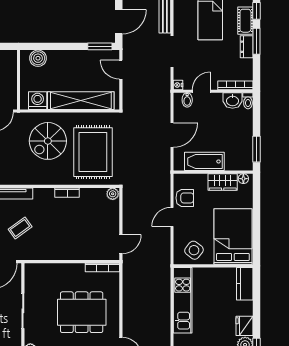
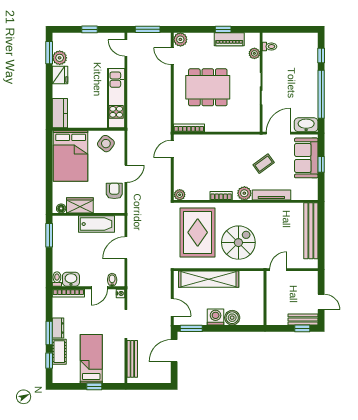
boiler: (38, 58) -> (232, 318), moved
washing machine: (38, 101) -> (216, 317), moved, turned 180
plant: (41, 195) -> (244, 193), added
armchair: (185, 198) -> (114, 191), turned 90

